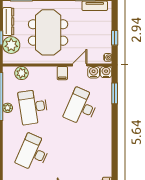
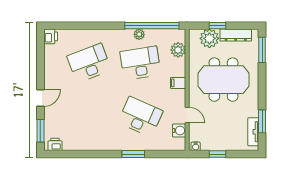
water cooler: (106, 72) -> (179, 144), removed
filing cabinet: (62, 73) -> (178, 83), moved
window: (115, 93) -> (133, 154), moved
desk: (33, 153) -> (89, 63), turned -45

